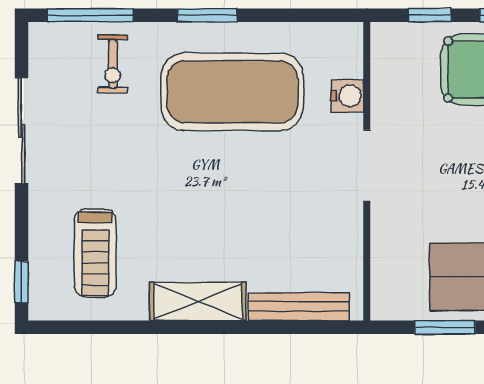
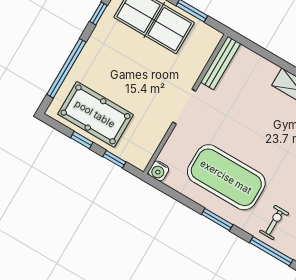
water cooler: (347, 96) -> (159, 171), moved, turned -90
bench: (299, 307) -> (221, 63), moved, turned 90

